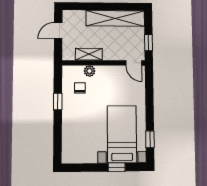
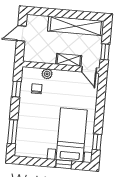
shelving: (89, 54) -> (69, 60), moved
window: (58, 101) -> (16, 89), moved
window: (58, 137) -> (13, 132), added

